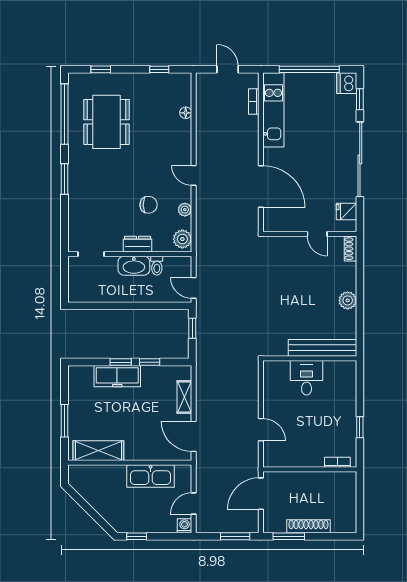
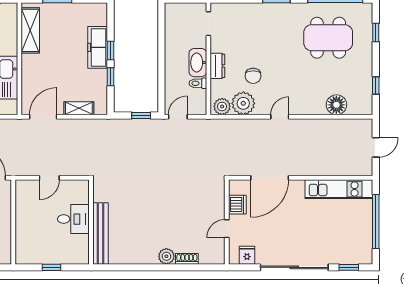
dishwasher: (347, 83) -> (237, 205), moved, turned 90
bookcase: (254, 102) -> (347, 171), removed
floor lamp: (186, 113) -> (336, 105), width x1.89, depth x1.89
plant: (185, 210) -> (243, 103), width x1.87, depth x1.87
shoe rack: (350, 249) -> (187, 259), moved
bench: (322, 348) -> (101, 233), moved
wall: (310, 358) -> (91, 222), moved
desk: (307, 378) -> (73, 219), moved
bookcase: (337, 462) -> (20, 247), removed

